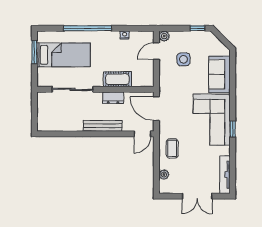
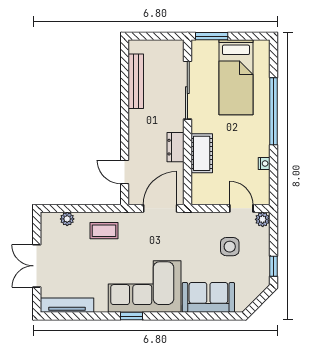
window: (34, 52) -> (212, 36), moved
bench: (103, 126) -> (136, 81), moved
door: (142, 134) -> (125, 172), moved

